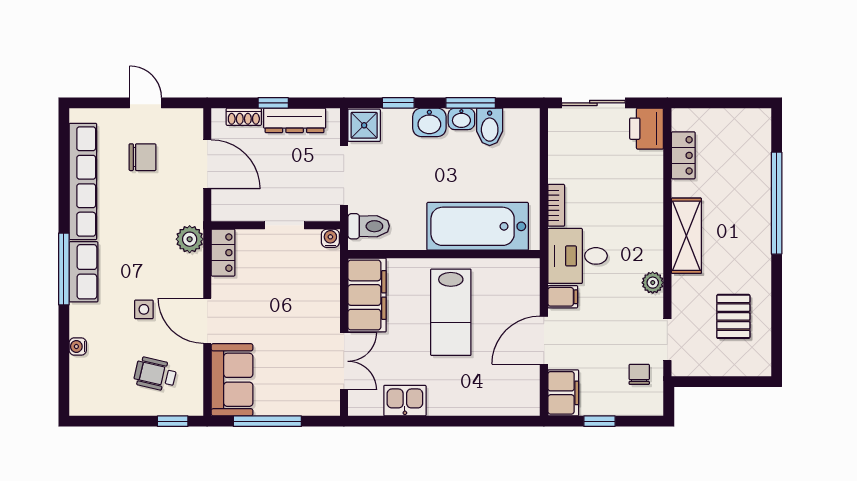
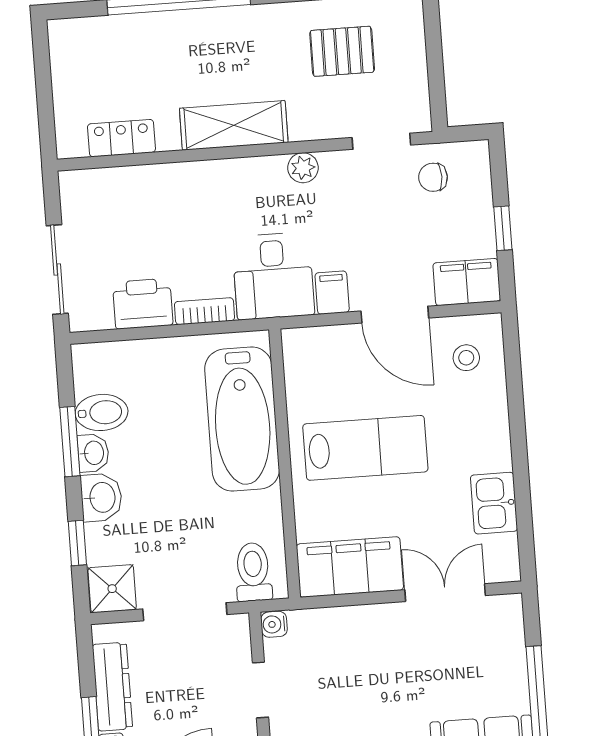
printer: (647, 129) -> (143, 304), moved, turned 180
stool: (509, 389) -> (466, 358), added

